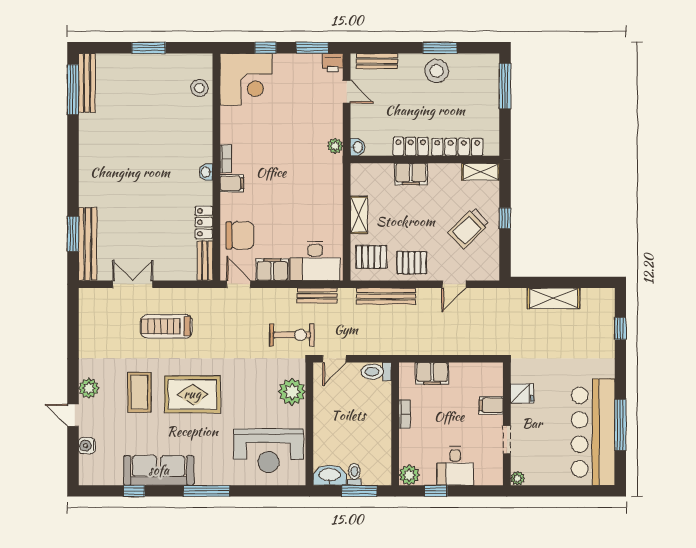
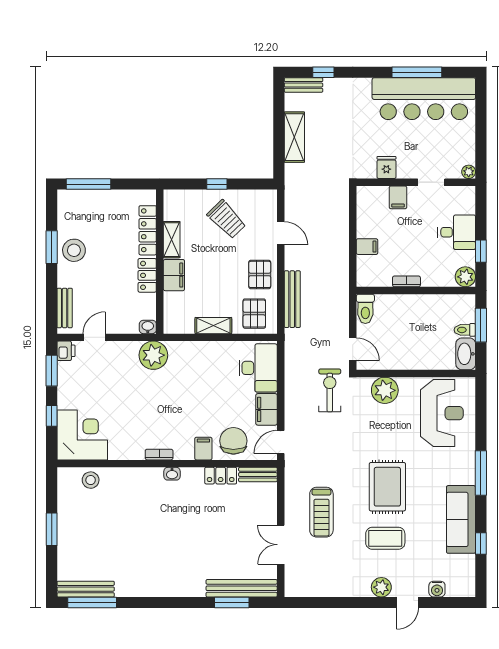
plant: (335, 146) -> (153, 355), width x1.87, depth x1.87
shelving: (481, 172) -> (172, 240), moved
filing cabinet: (232, 183) -> (203, 449), moved
bench: (317, 296) -> (303, 85), moved, turned 90
filing cabinet: (432, 373) -> (367, 247), width x0.50

